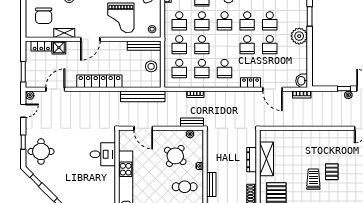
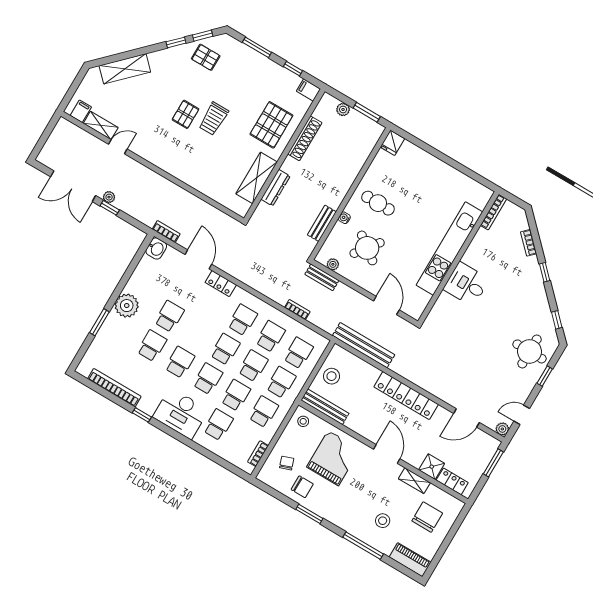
door: (90, 39) -> (387, 454), hinge flipped
school desk: (247, 45) -> (225, 349), moved
desk: (103, 154) -> (466, 284), moved
bench: (211, 184) -> (322, 223), moved

